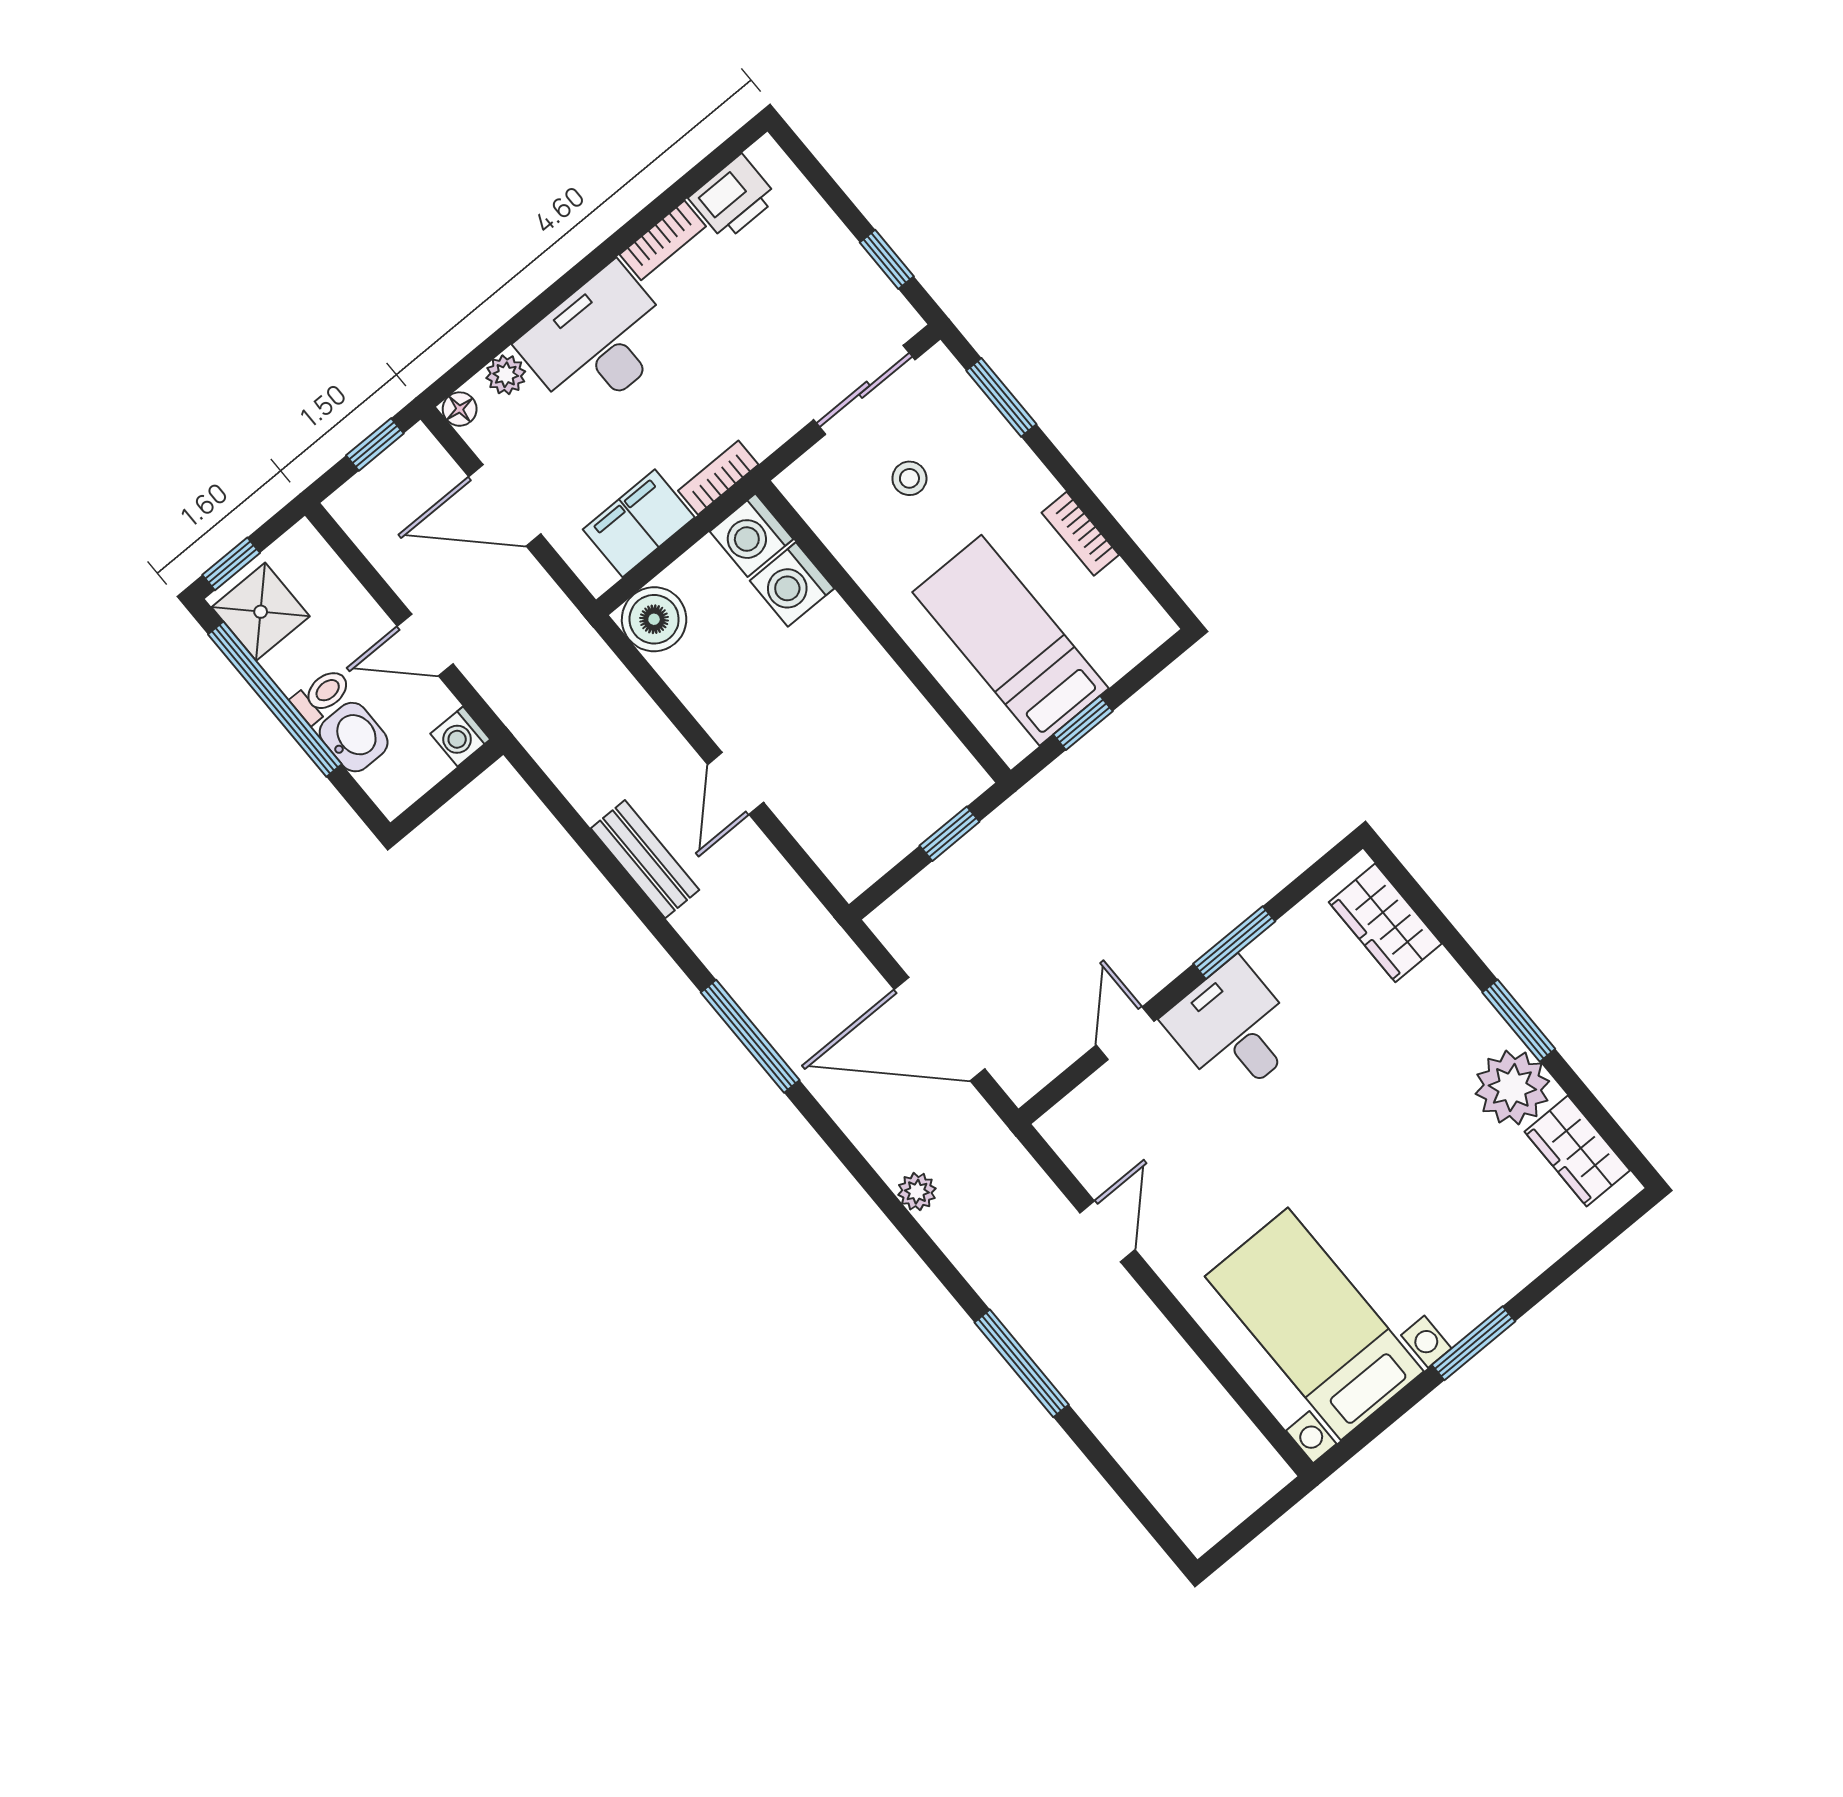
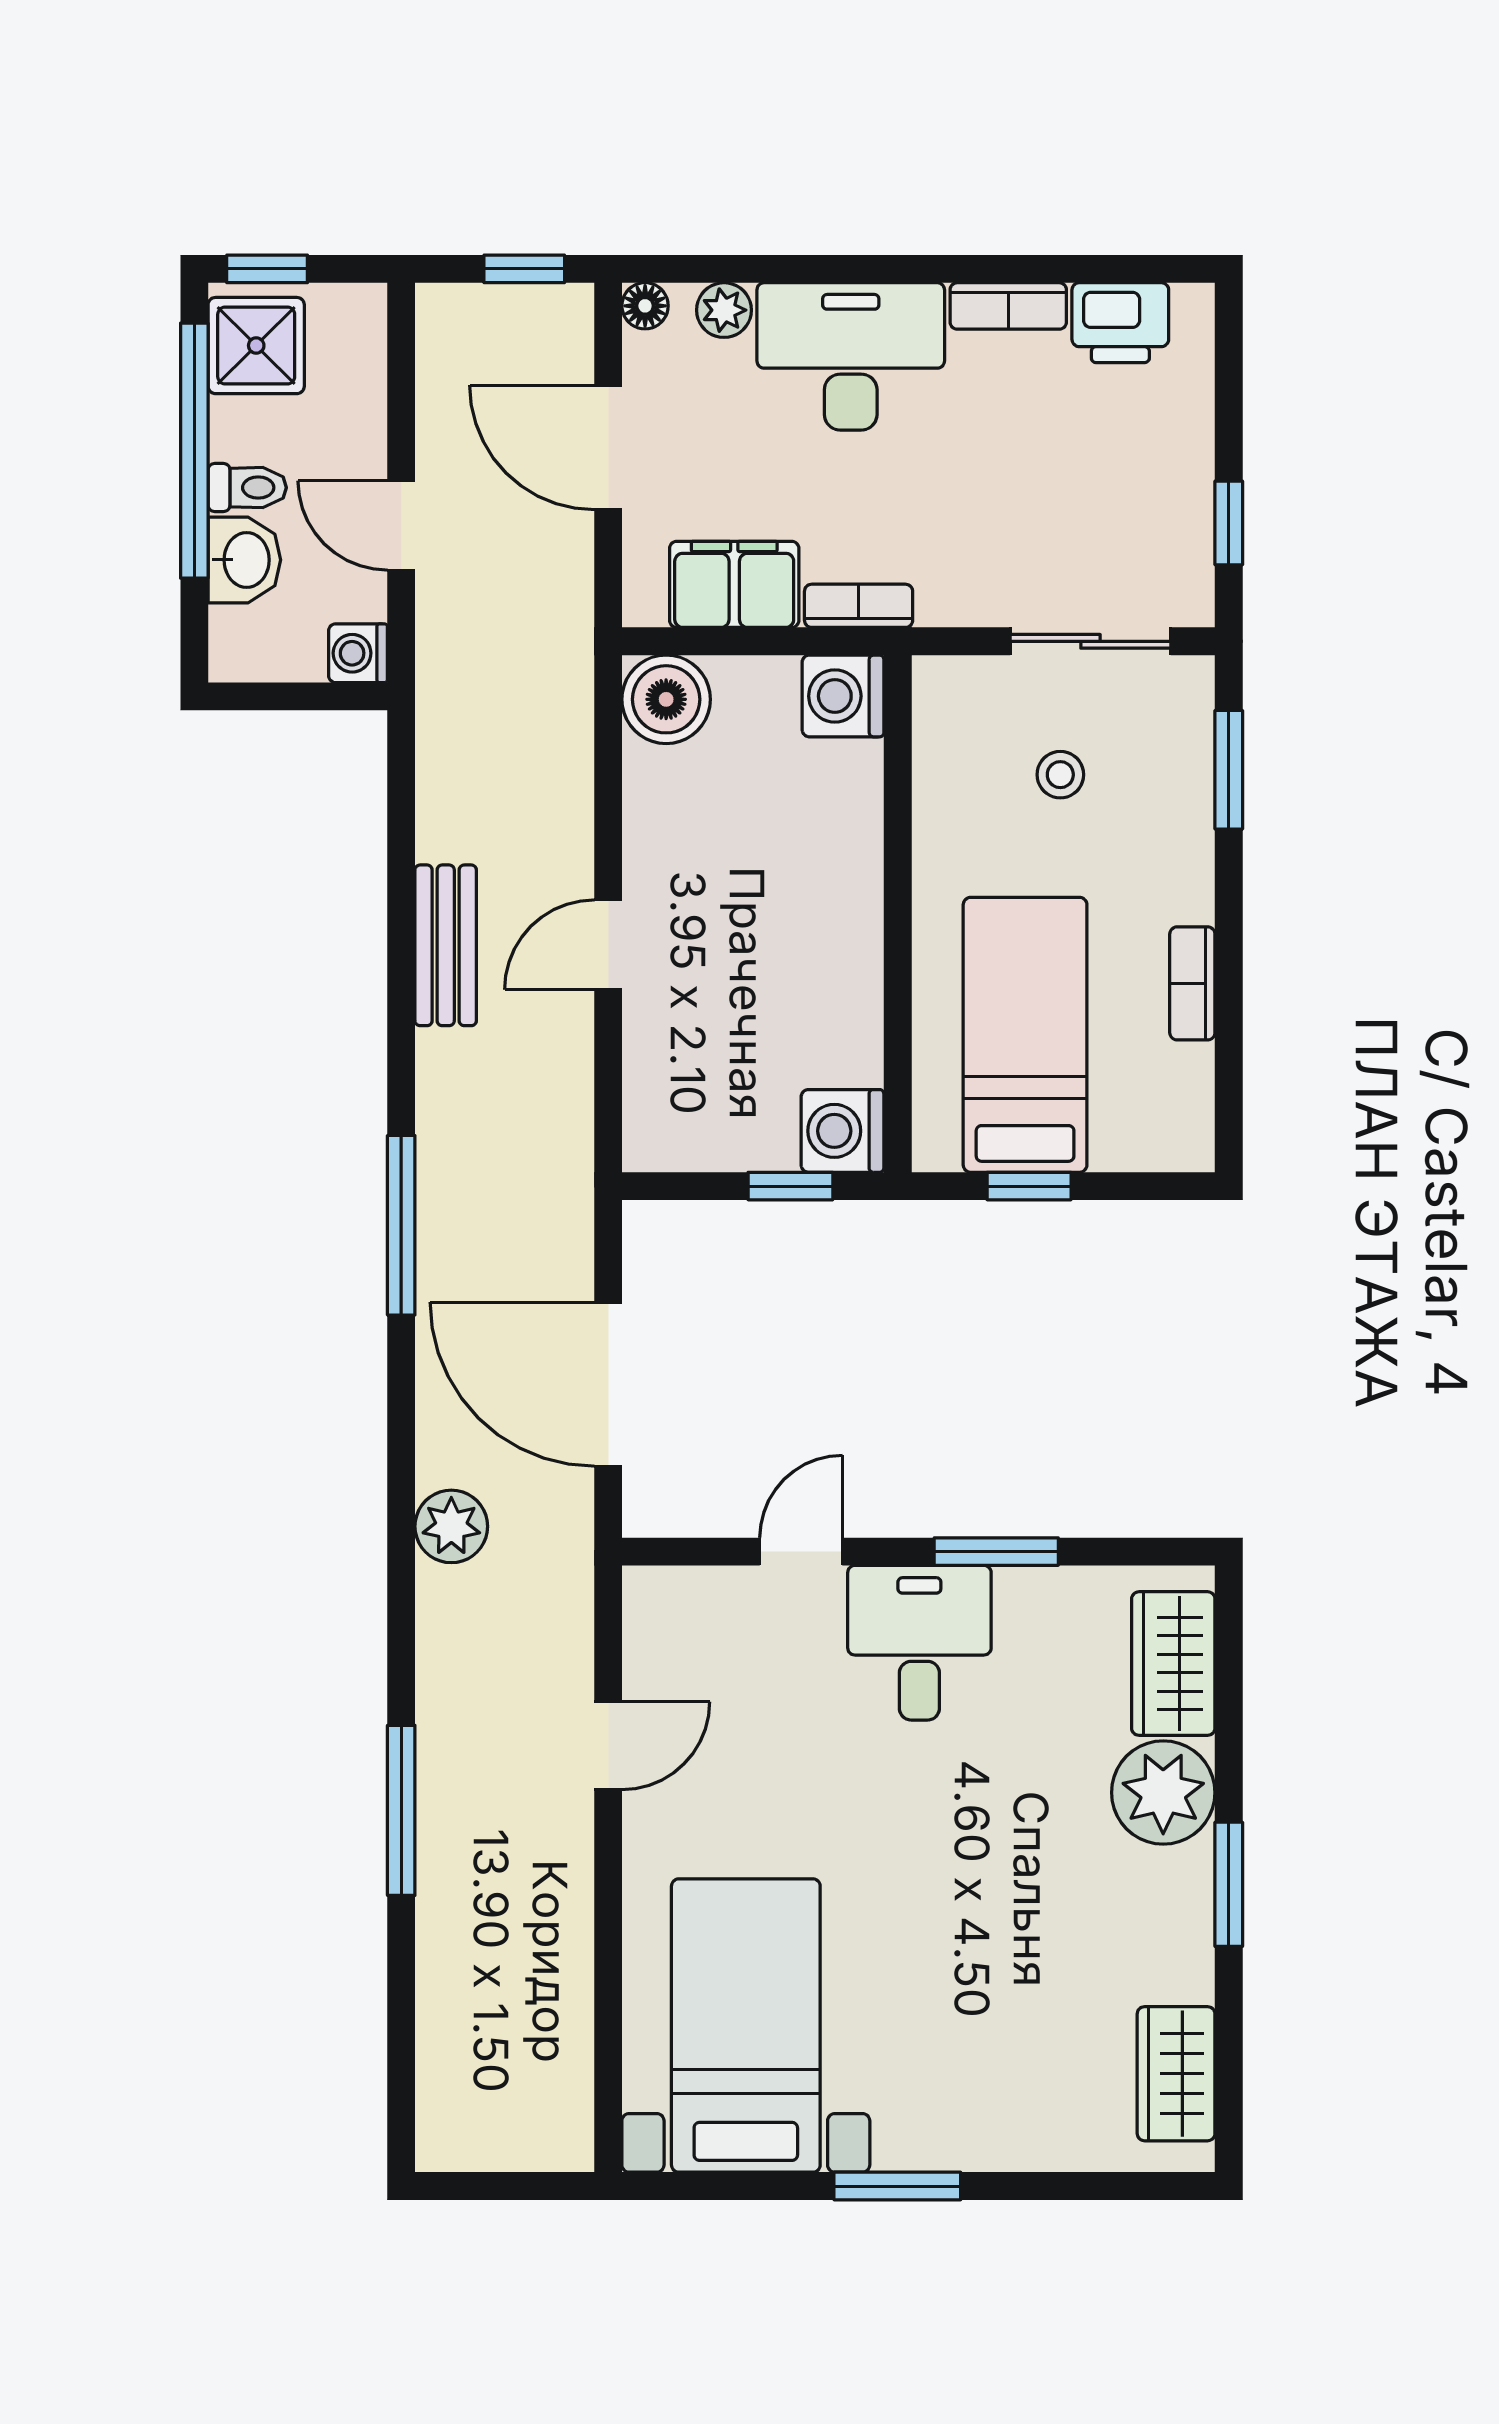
washing machine: (792, 585) -> (843, 1131), moved
plant: (1512, 1087) -> (1163, 1793), moved
plant: (917, 1192) -> (451, 1526), width x1.38, depth x1.38

